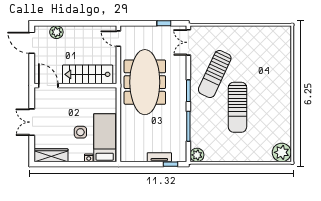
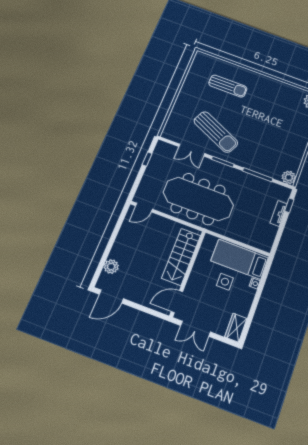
double door: (188, 42) -> (192, 150), moved
stairs: (88, 74) -> (181, 257), moved
door: (48, 86) -> (177, 302), moved
wall: (75, 86) -> (188, 273), moved
sun lounger: (237, 107) -> (228, 86), moved, width x0.73, depth x0.75
wardrobe: (51, 155) -> (236, 328), width x0.67

